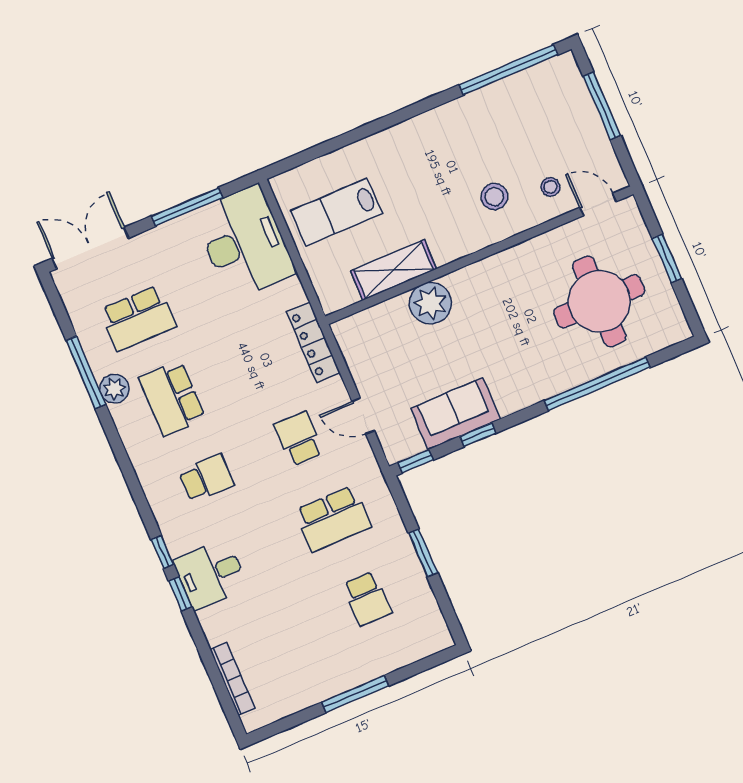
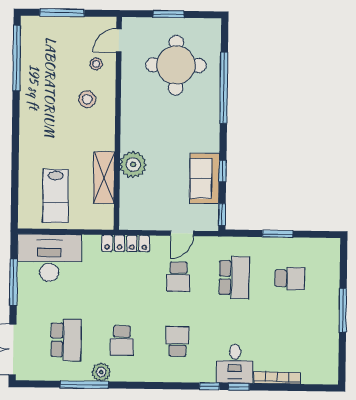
school desk: (172, 398) -> (122, 341), width x0.54
school desk: (299, 439) -> (178, 277), turned -90
bookcase: (233, 679) -> (277, 378), moved

